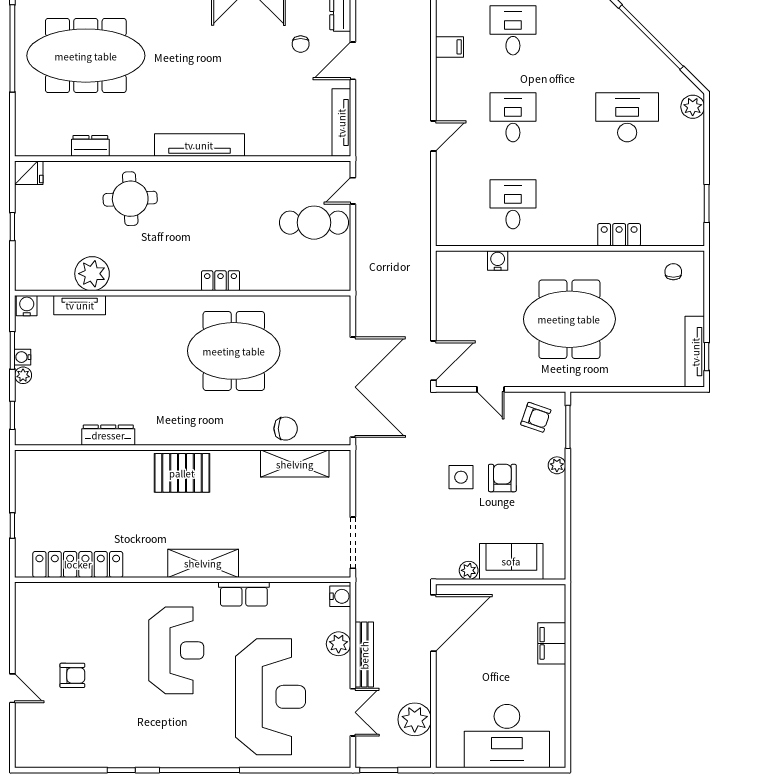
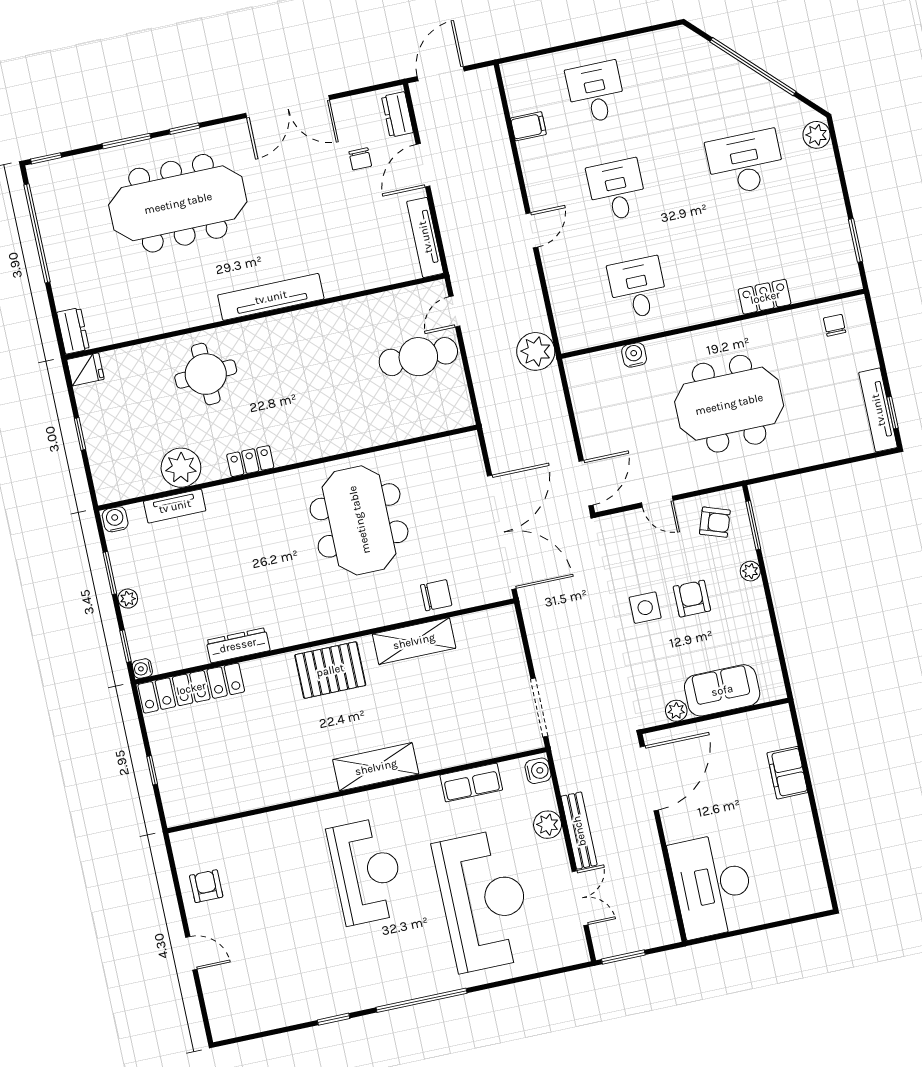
meeting table: (86, 56) -> (178, 203), moved
dresser: (90, 146) -> (73, 331), moved, turned 90
locker: (221, 281) -> (250, 461), moved
meeting table: (234, 351) -> (359, 520), turned 90
water cooler: (23, 357) -> (142, 669), moved
shelving: (295, 464) -> (414, 641), moved
locker: (78, 564) -> (191, 688), moved, turned 180
row of seats: (244, 594) -> (471, 783), moved
armchair: (72, 675) -> (206, 886), moved, turned -90
plant: (415, 719) -> (536, 351), moved
desk: (507, 736) -> (712, 885), moved, turned 90

